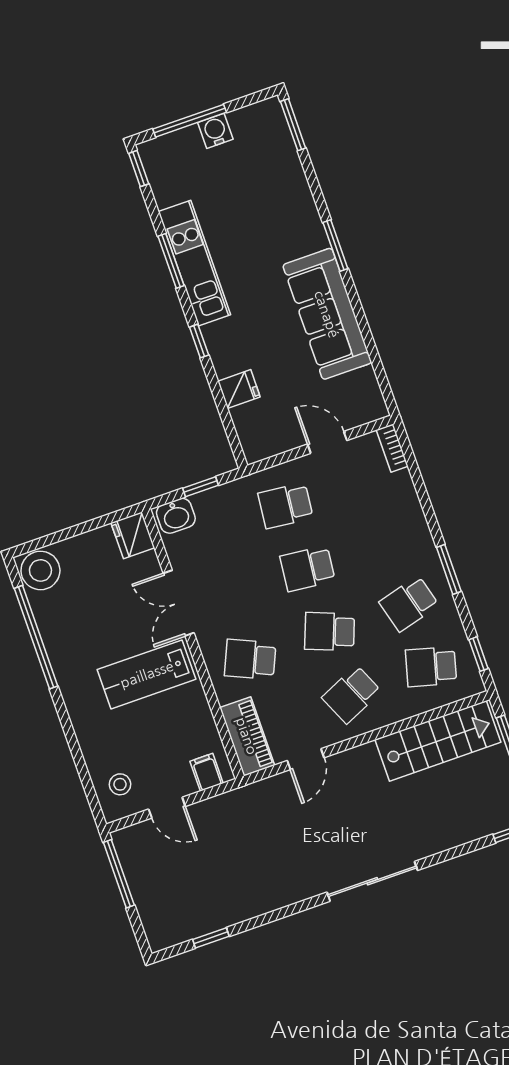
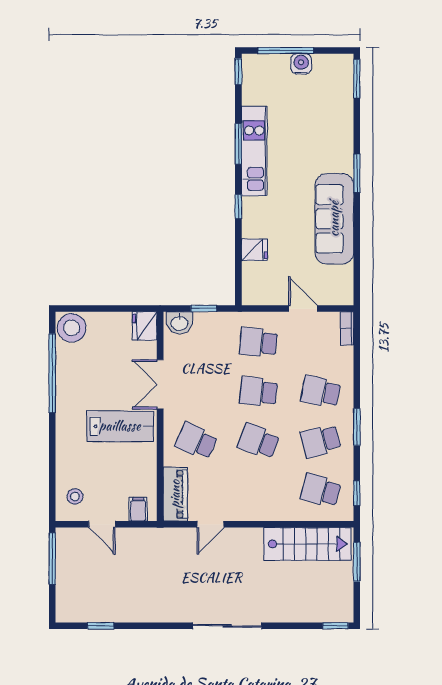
lab bench: (147, 674) -> (120, 426), turned 180
school desk: (352, 694) -> (321, 392), moved, turned 36

